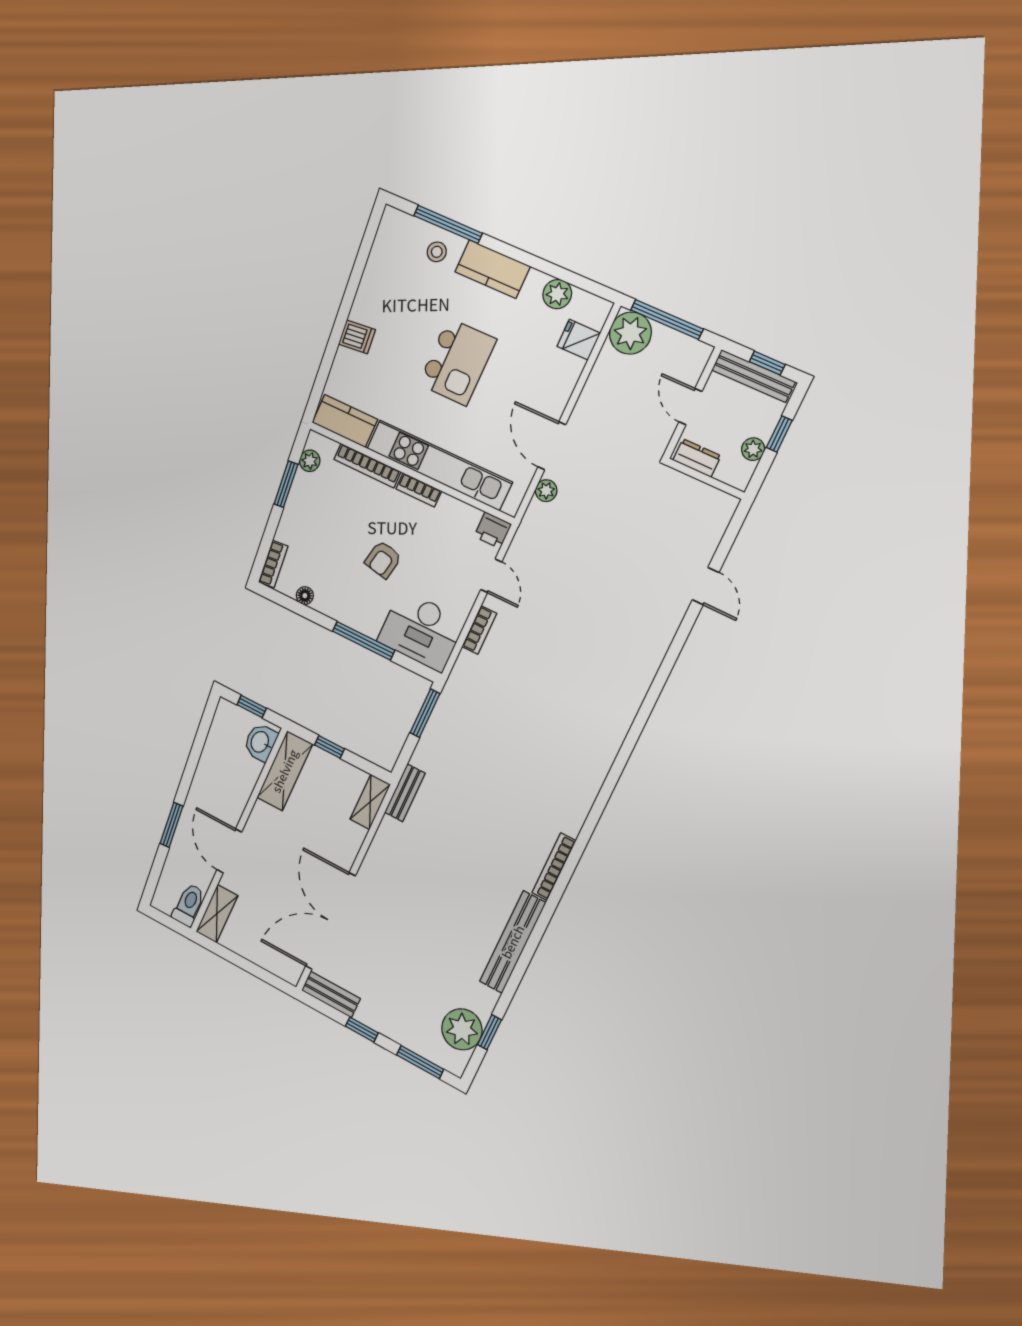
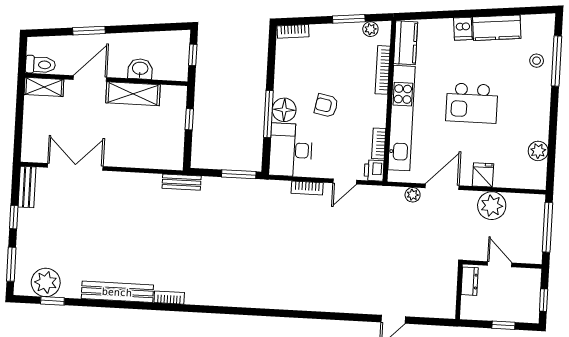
kitchen counter: (493, 269) -> (497, 28), moved, turned -96
plant: (630, 333) -> (492, 206), moved
fridge: (579, 340) -> (483, 175), moved
bench: (753, 376) -> (533, 295), removed
door: (690, 407) -> (500, 264), hinge flipped
plant: (753, 449) -> (488, 313), removed
bookcase: (419, 490) -> (379, 143), moved
floor lamp: (305, 596) -> (284, 110), moved, width x1.89, depth x1.89
washbasin: (260, 742) -> (140, 69), moved
shelving: (285, 771) -> (133, 94), moved
shelving: (370, 802) -> (165, 161), removed
bookcase: (554, 867) -> (169, 298), width x0.64
double door: (331, 921) -> (75, 167), width x0.73

